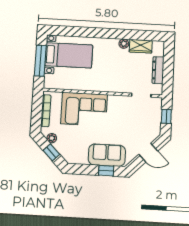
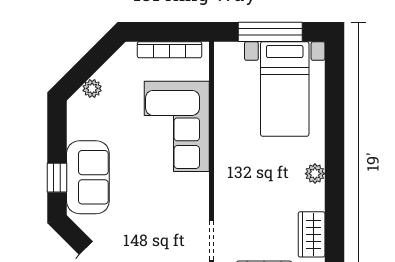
plant: (124, 44) -> (315, 174), moved
plant: (52, 138) -> (92, 88), moved
window: (51, 152) -> (87, 67), removed

